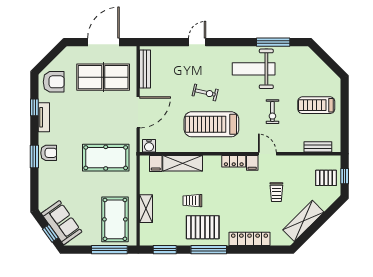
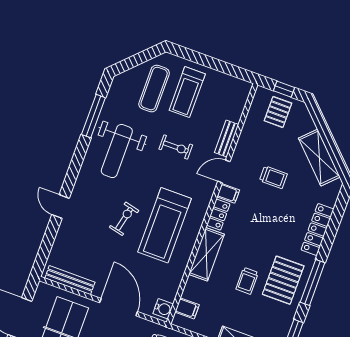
exercise mat: (310, 80) -> (154, 89), added
bench: (318, 147) -> (227, 139), moved
shelving: (183, 163) -> (206, 254), moved

